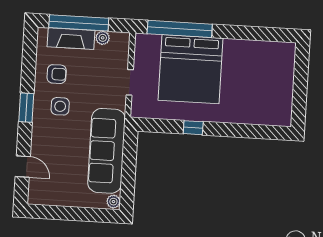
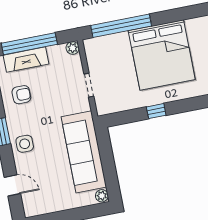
plant: (103, 38) -> (73, 48), moved
bed: (190, 69) -> (162, 55), moved
side table: (60, 106) -> (25, 144), moved

